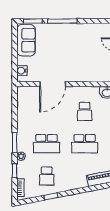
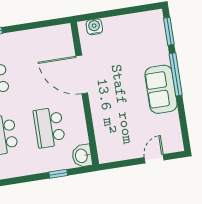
sofa: (26, 40) -> (161, 89), moved, turned 90
school desk: (85, 111) -> (49, 127), width x1.85

